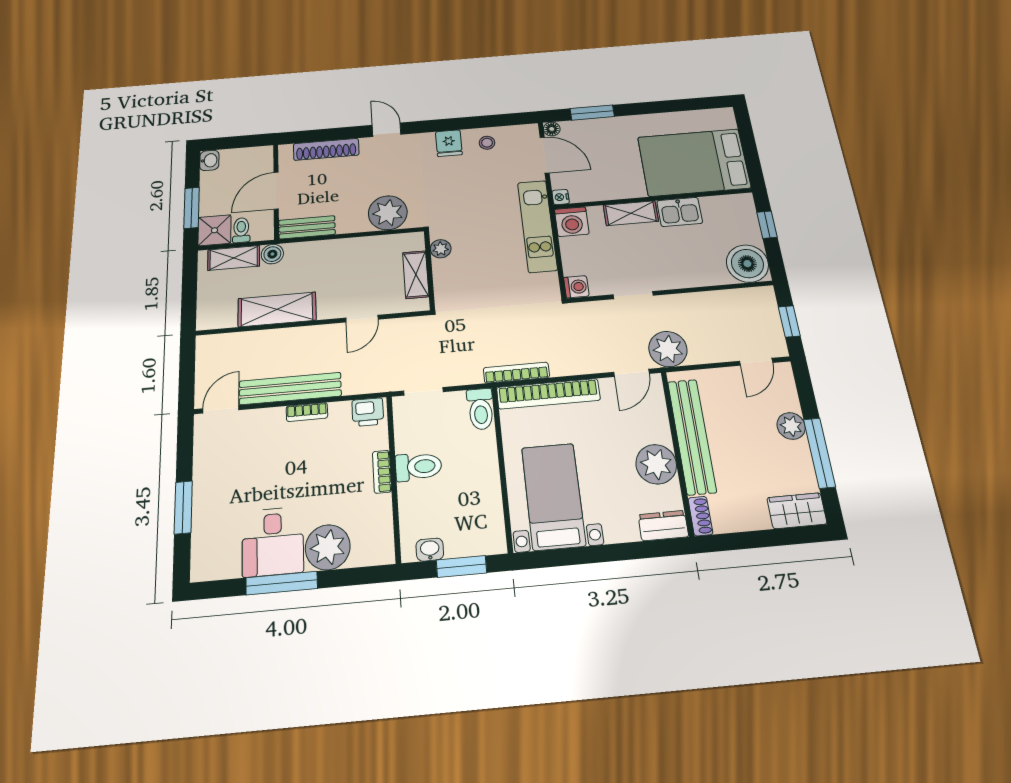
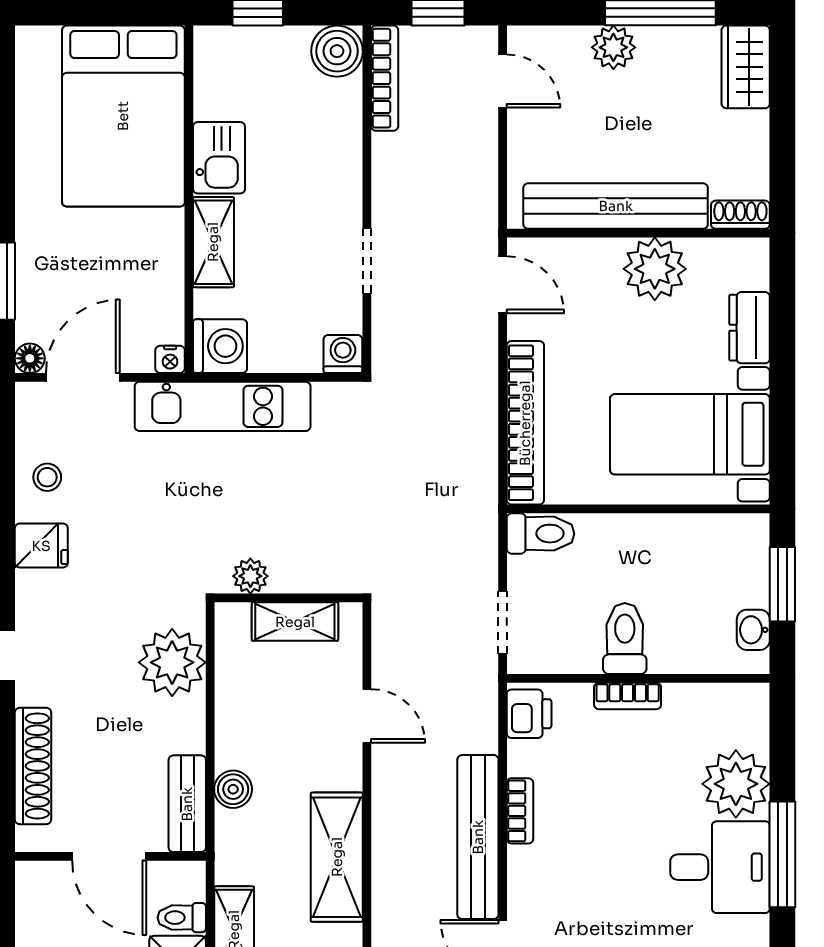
boiler: (272, 254) -> (233, 789), moved
boiler: (747, 264) -> (337, 51), width x0.73, depth x0.73
plant: (668, 349) -> (467, 219), removed
bookcase: (516, 373) -> (385, 78), moved, turned 180
dresser: (663, 526) -> (750, 328), moved

